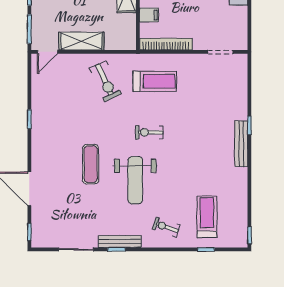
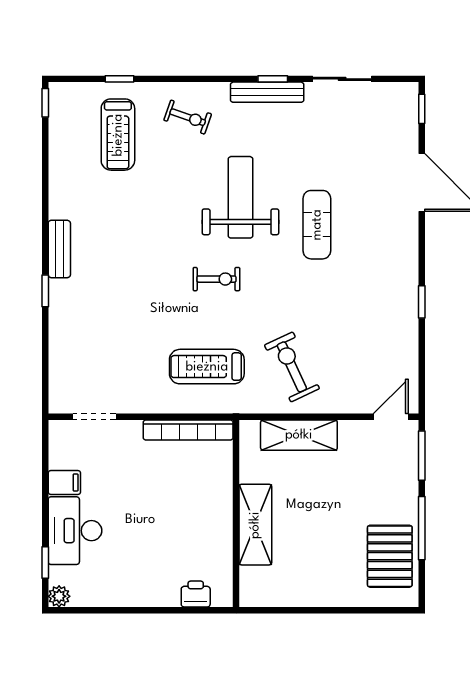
filing cabinet: (149, 15) -> (64, 483), moved, turned 180
shelving: (81, 41) -> (299, 435), moved
bench: (241, 144) -> (59, 249), width x0.73

